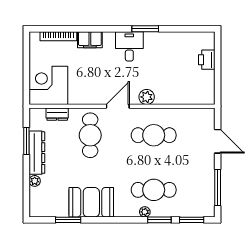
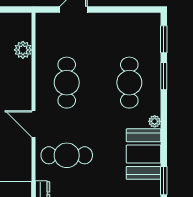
plant: (147, 97) -> (23, 50), moved
window: (218, 187) -> (127, 9), removed
plant: (145, 212) -> (155, 121), moved

